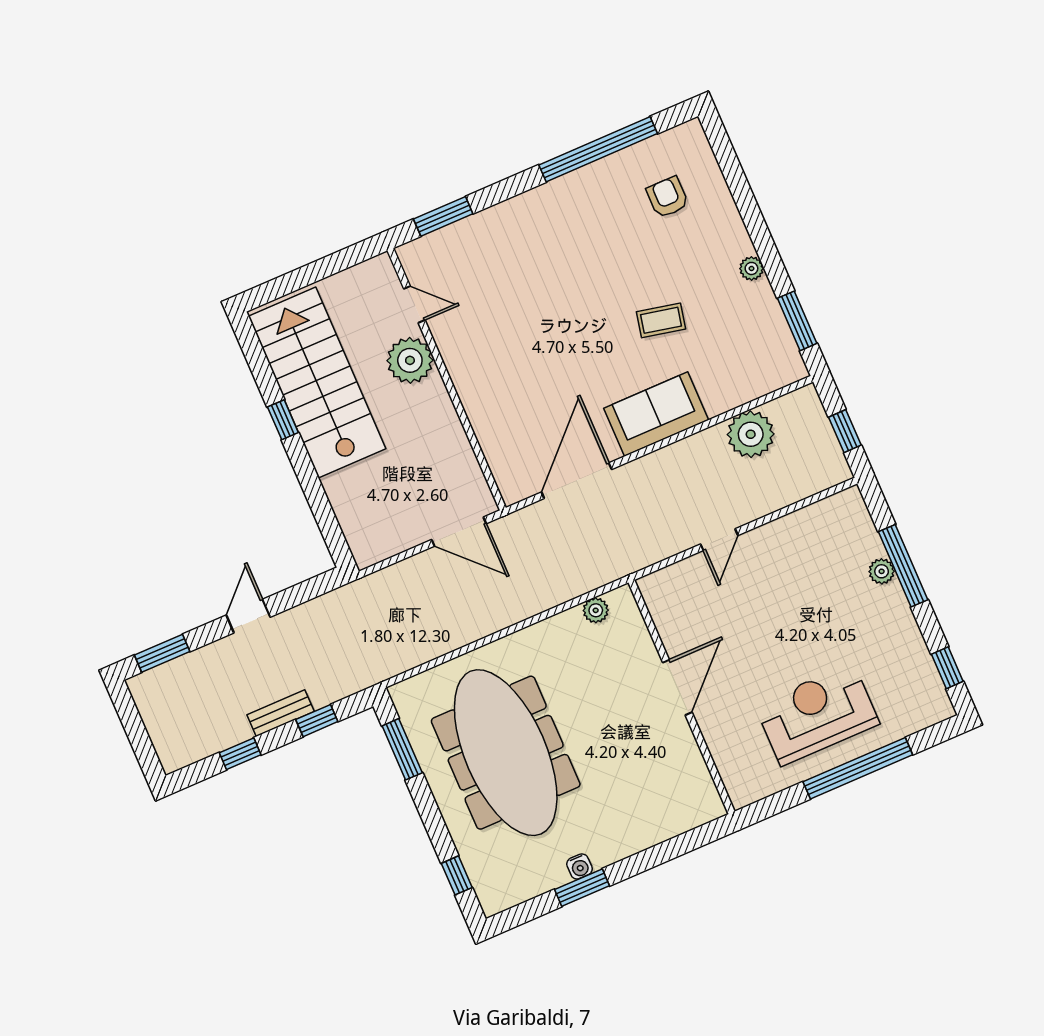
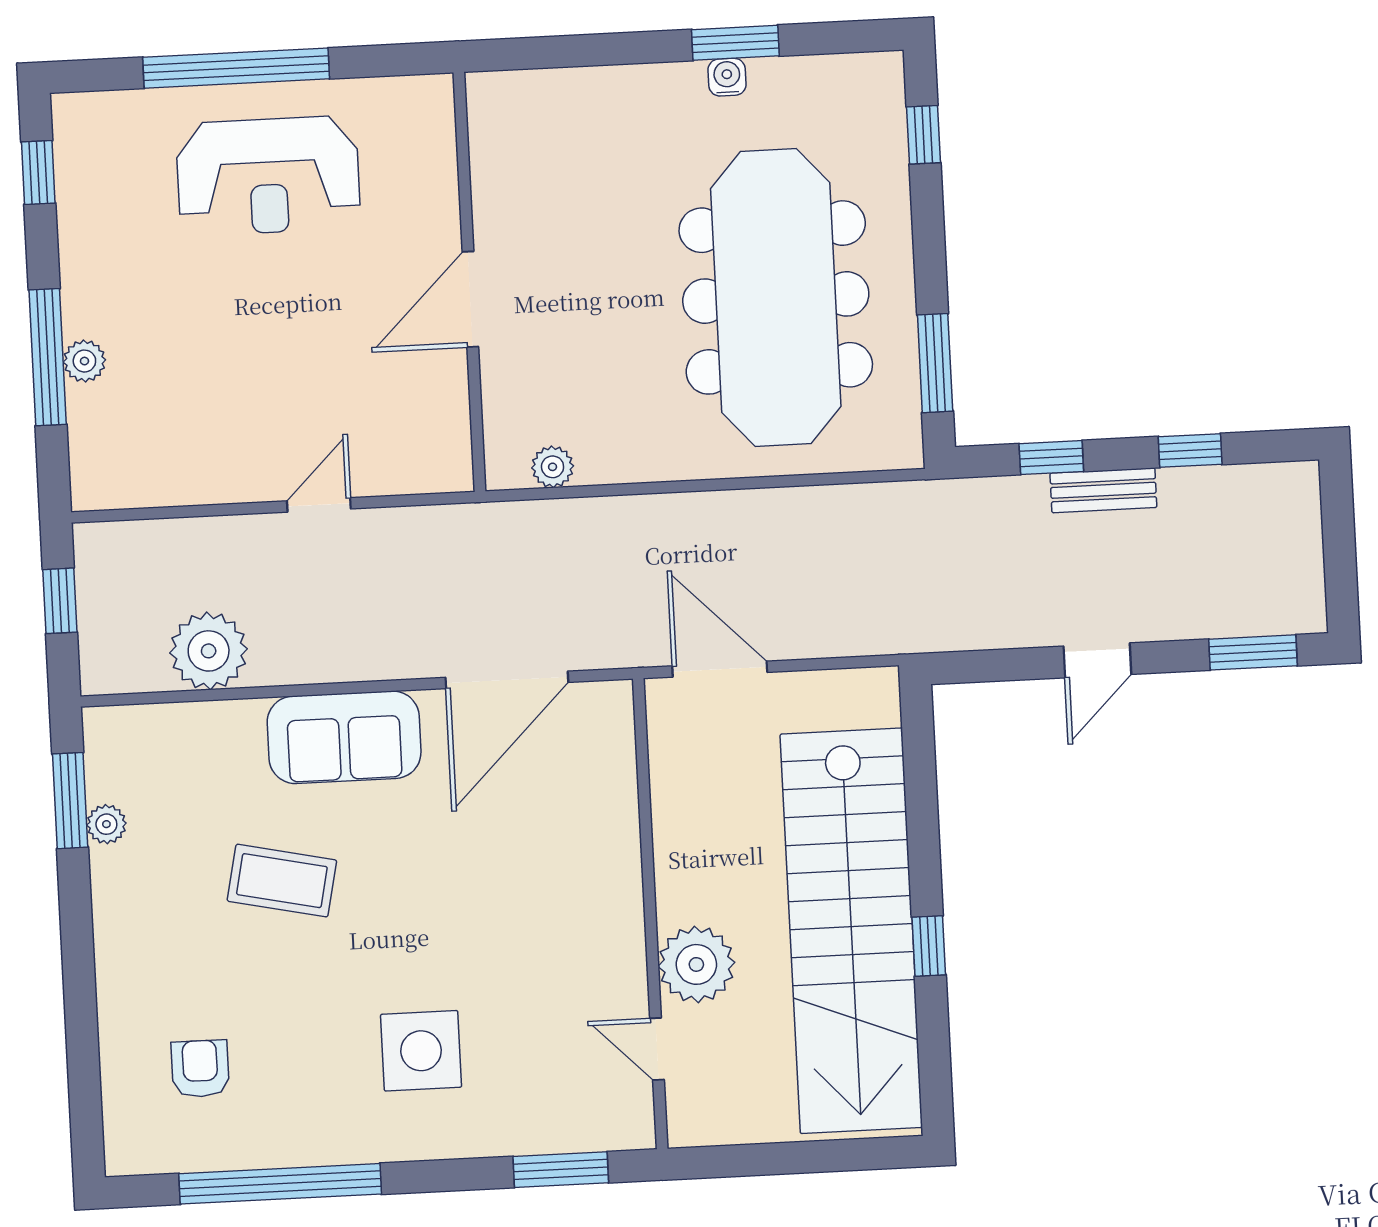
armchair: (667, 197) -> (200, 1069), turned 180
side table: (547, 254) -> (421, 1051), added
plant: (751, 268) -> (106, 824), moved
coffee table: (661, 320) -> (282, 881), width x1.36, depth x1.30
stairs: (317, 383) -> (851, 931), width x1.36

